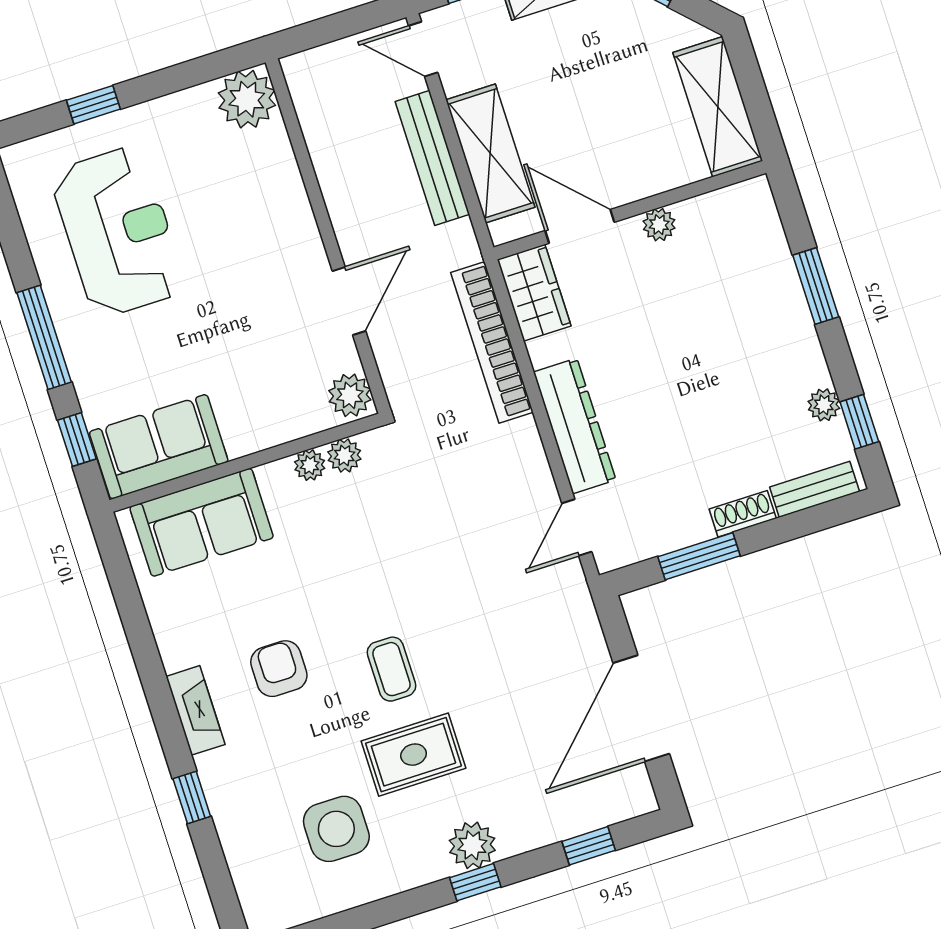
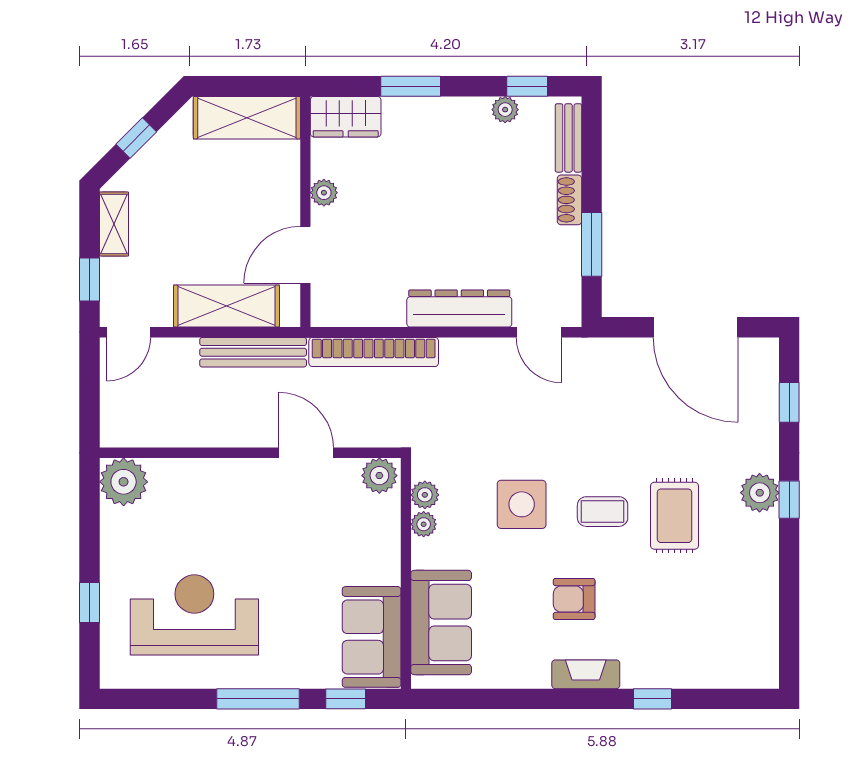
bench: (432, 158) -> (253, 352), moved
wardrobe: (534, 293) -> (346, 117), moved, turned 180
side table: (336, 829) -> (522, 504), moved

